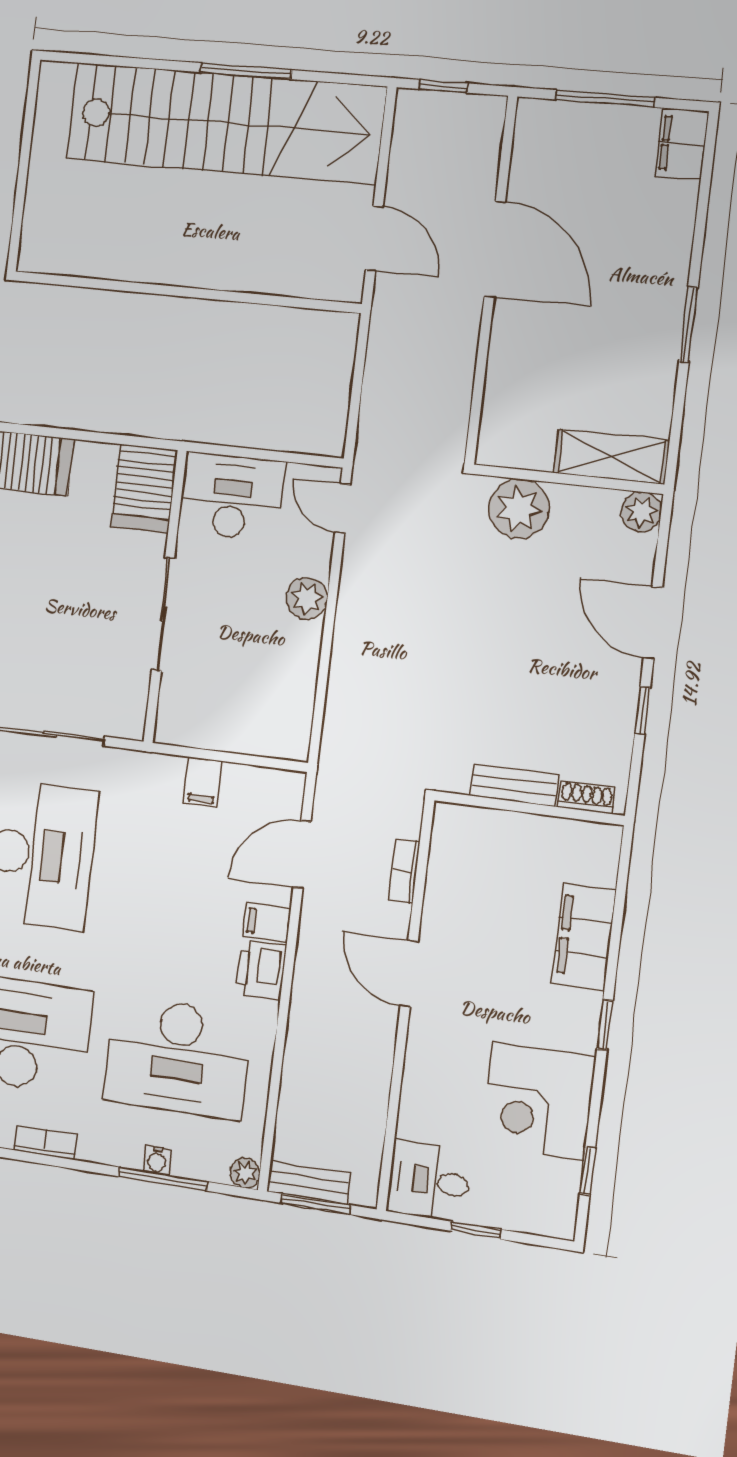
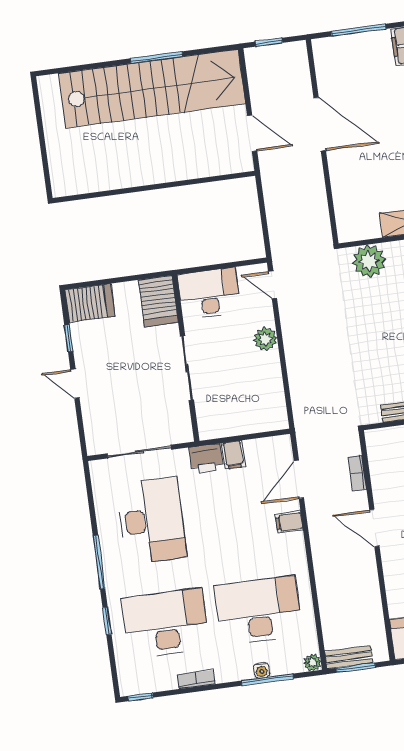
printer: (261, 970) -> (206, 458), moved, turned -90
desk: (177, 1058) -> (258, 610), turned 180

